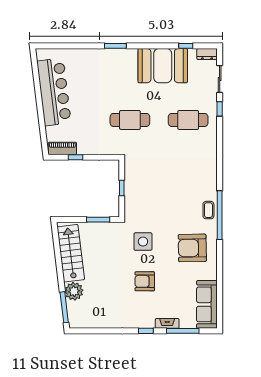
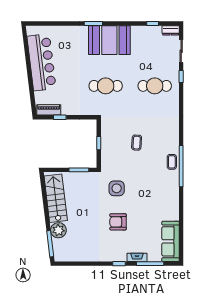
booth: (163, 66) -> (109, 40), moved
coffee table: (167, 187) -> (137, 143), added
armchair: (192, 248) -> (158, 194), removed

